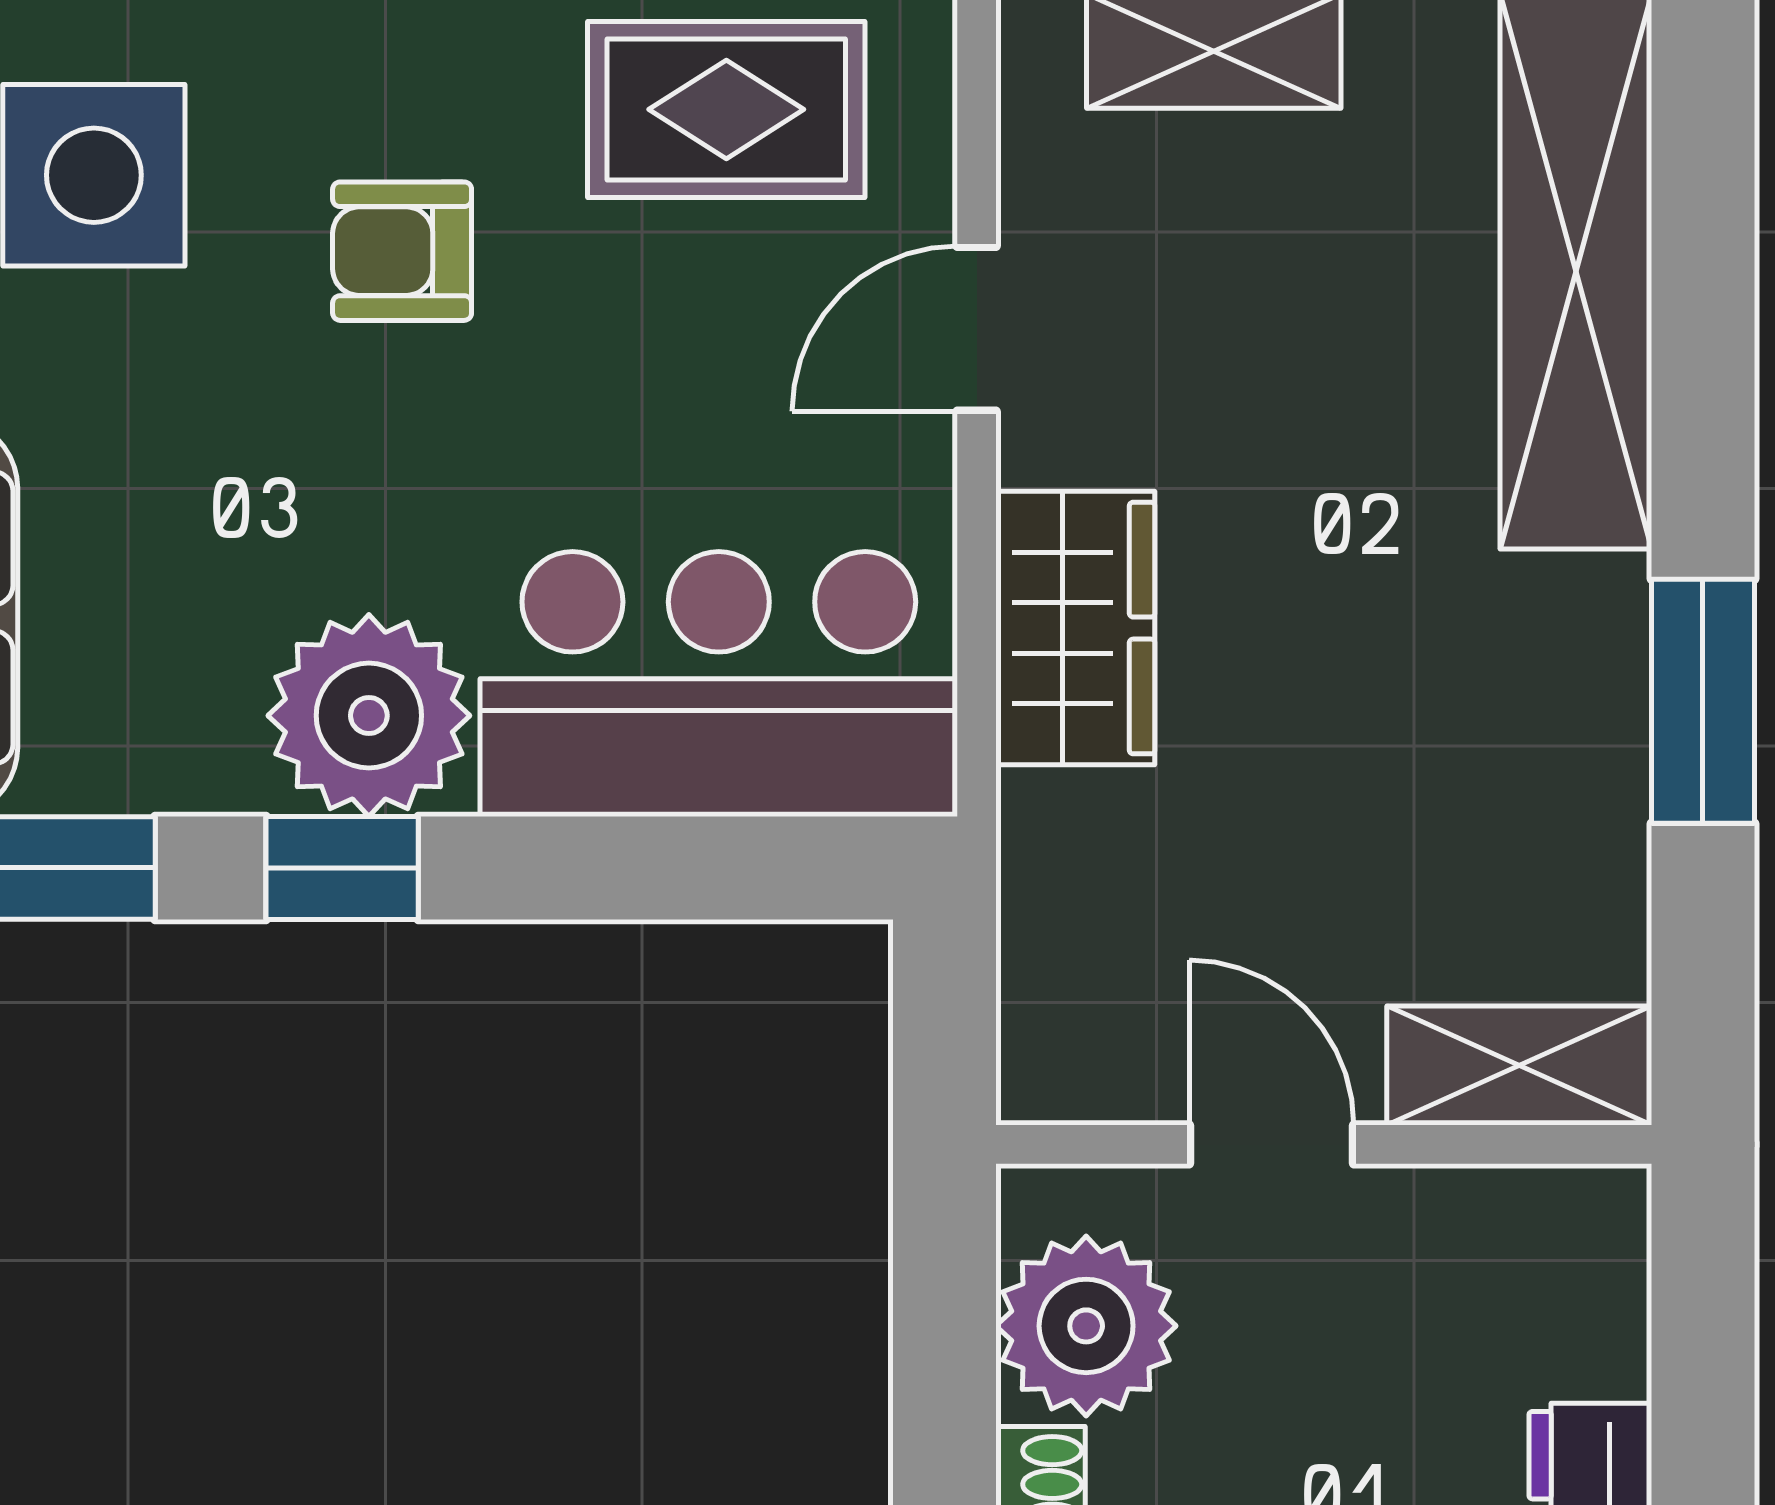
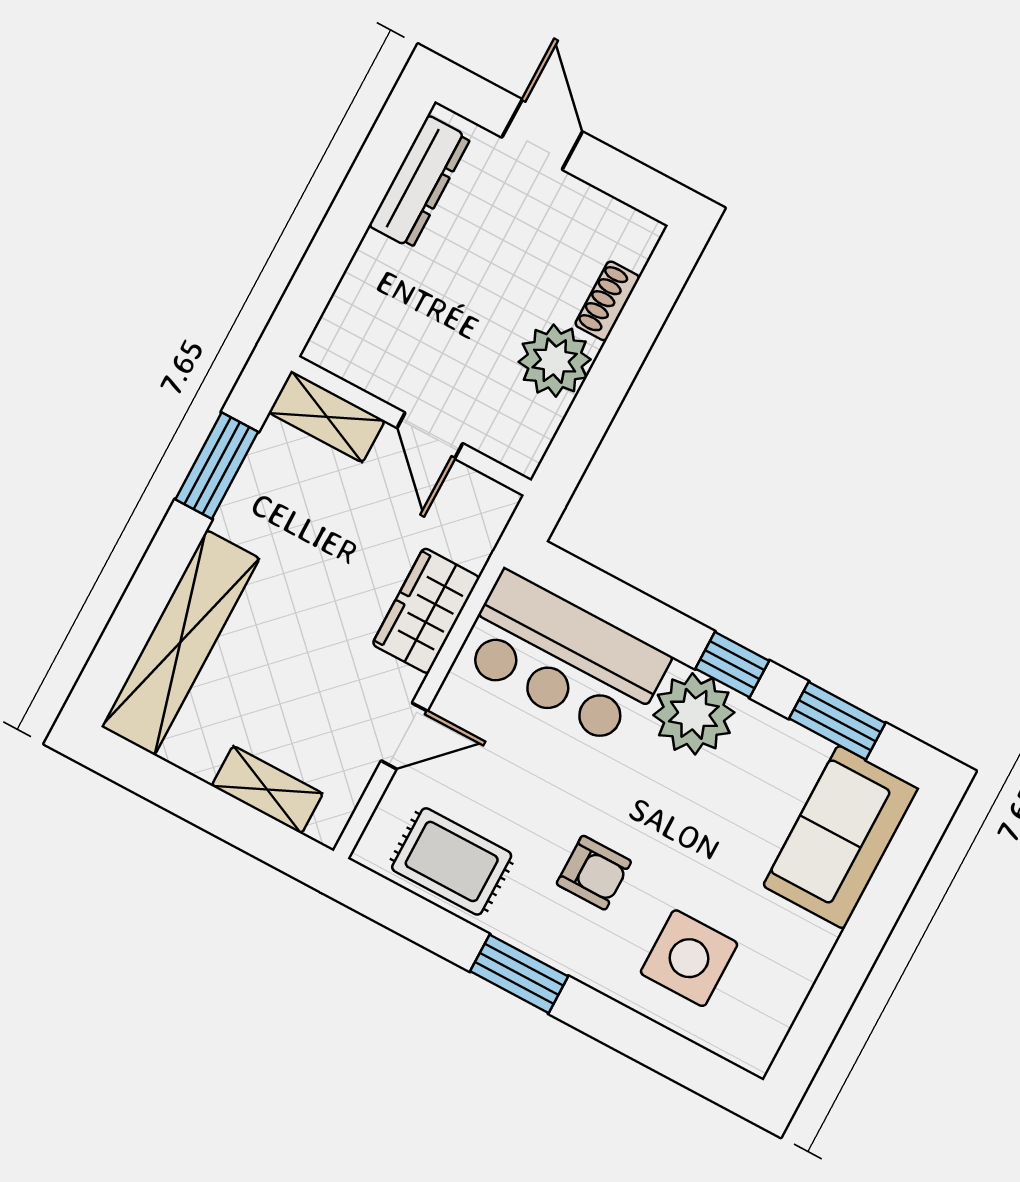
shelving: (1519, 1065) -> (327, 417), moved
door: (1271, 1144) -> (430, 436), moved
wall: (1324, 1144) -> (411, 426), moved

